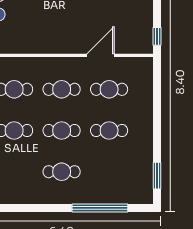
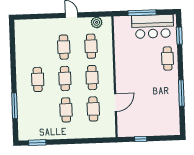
window: (157, 36) -> (141, 139), moved
door: (101, 55) -> (115, 102), hinge flipped
window: (100, 208) -> (15, 106), width x0.68

